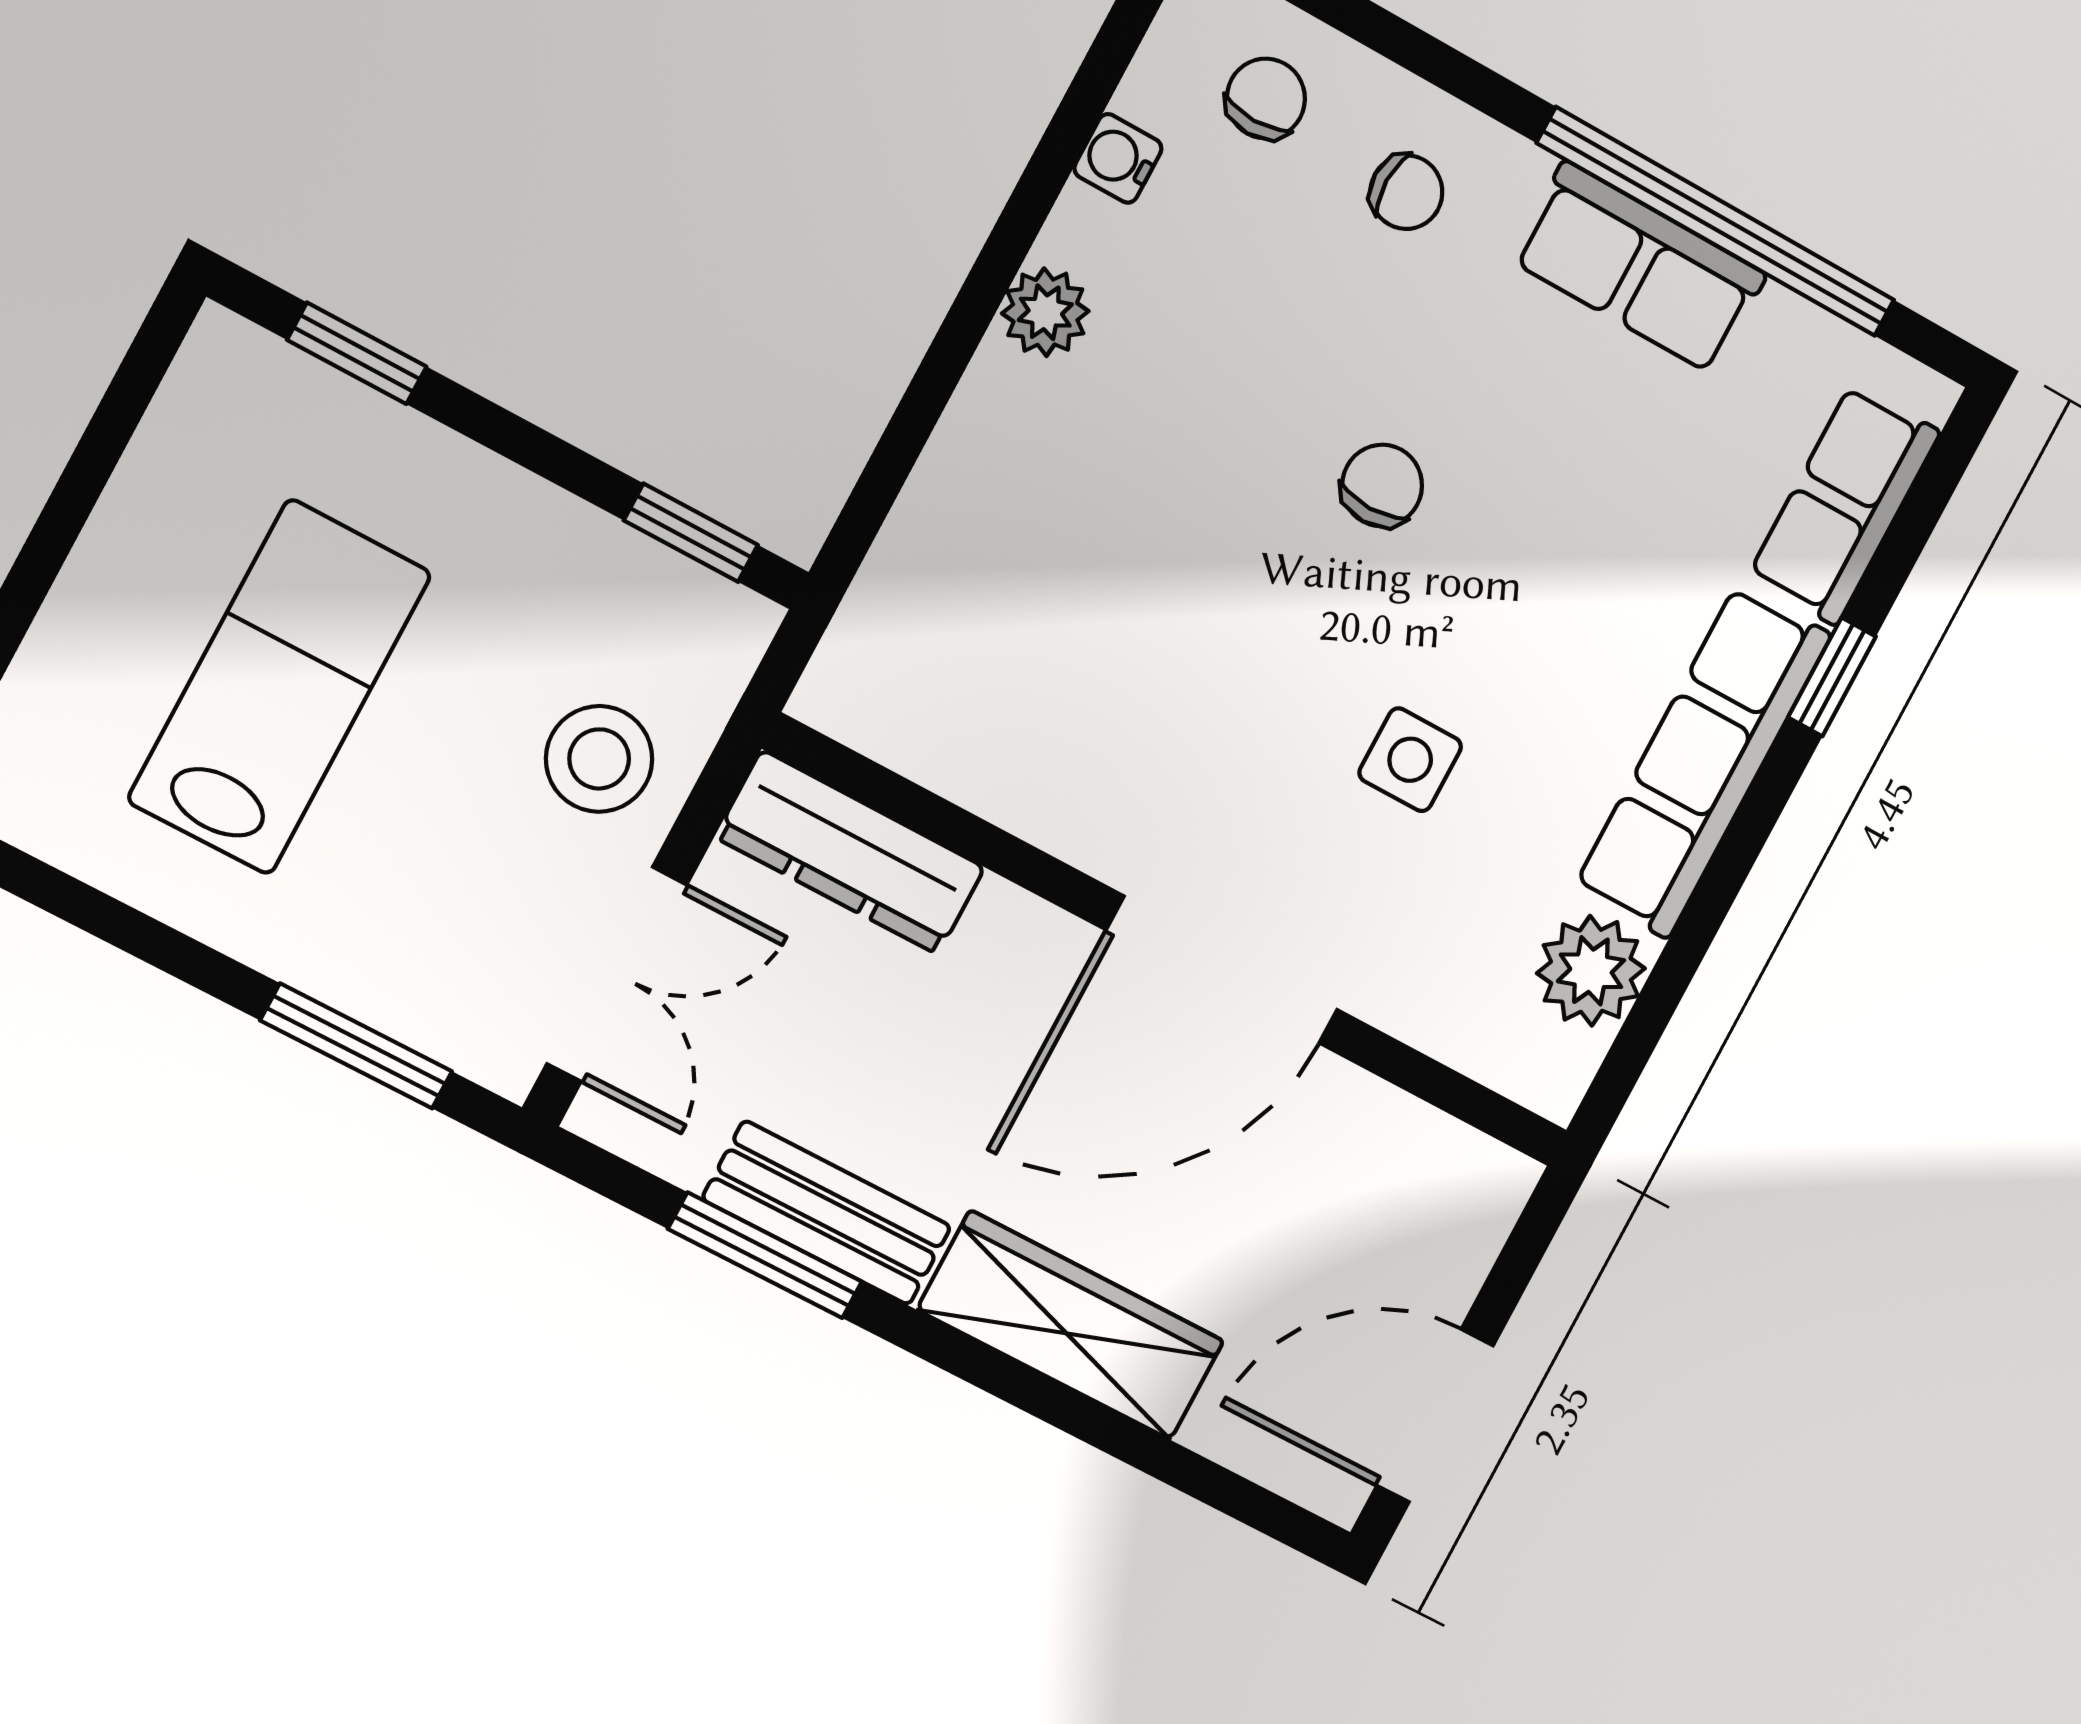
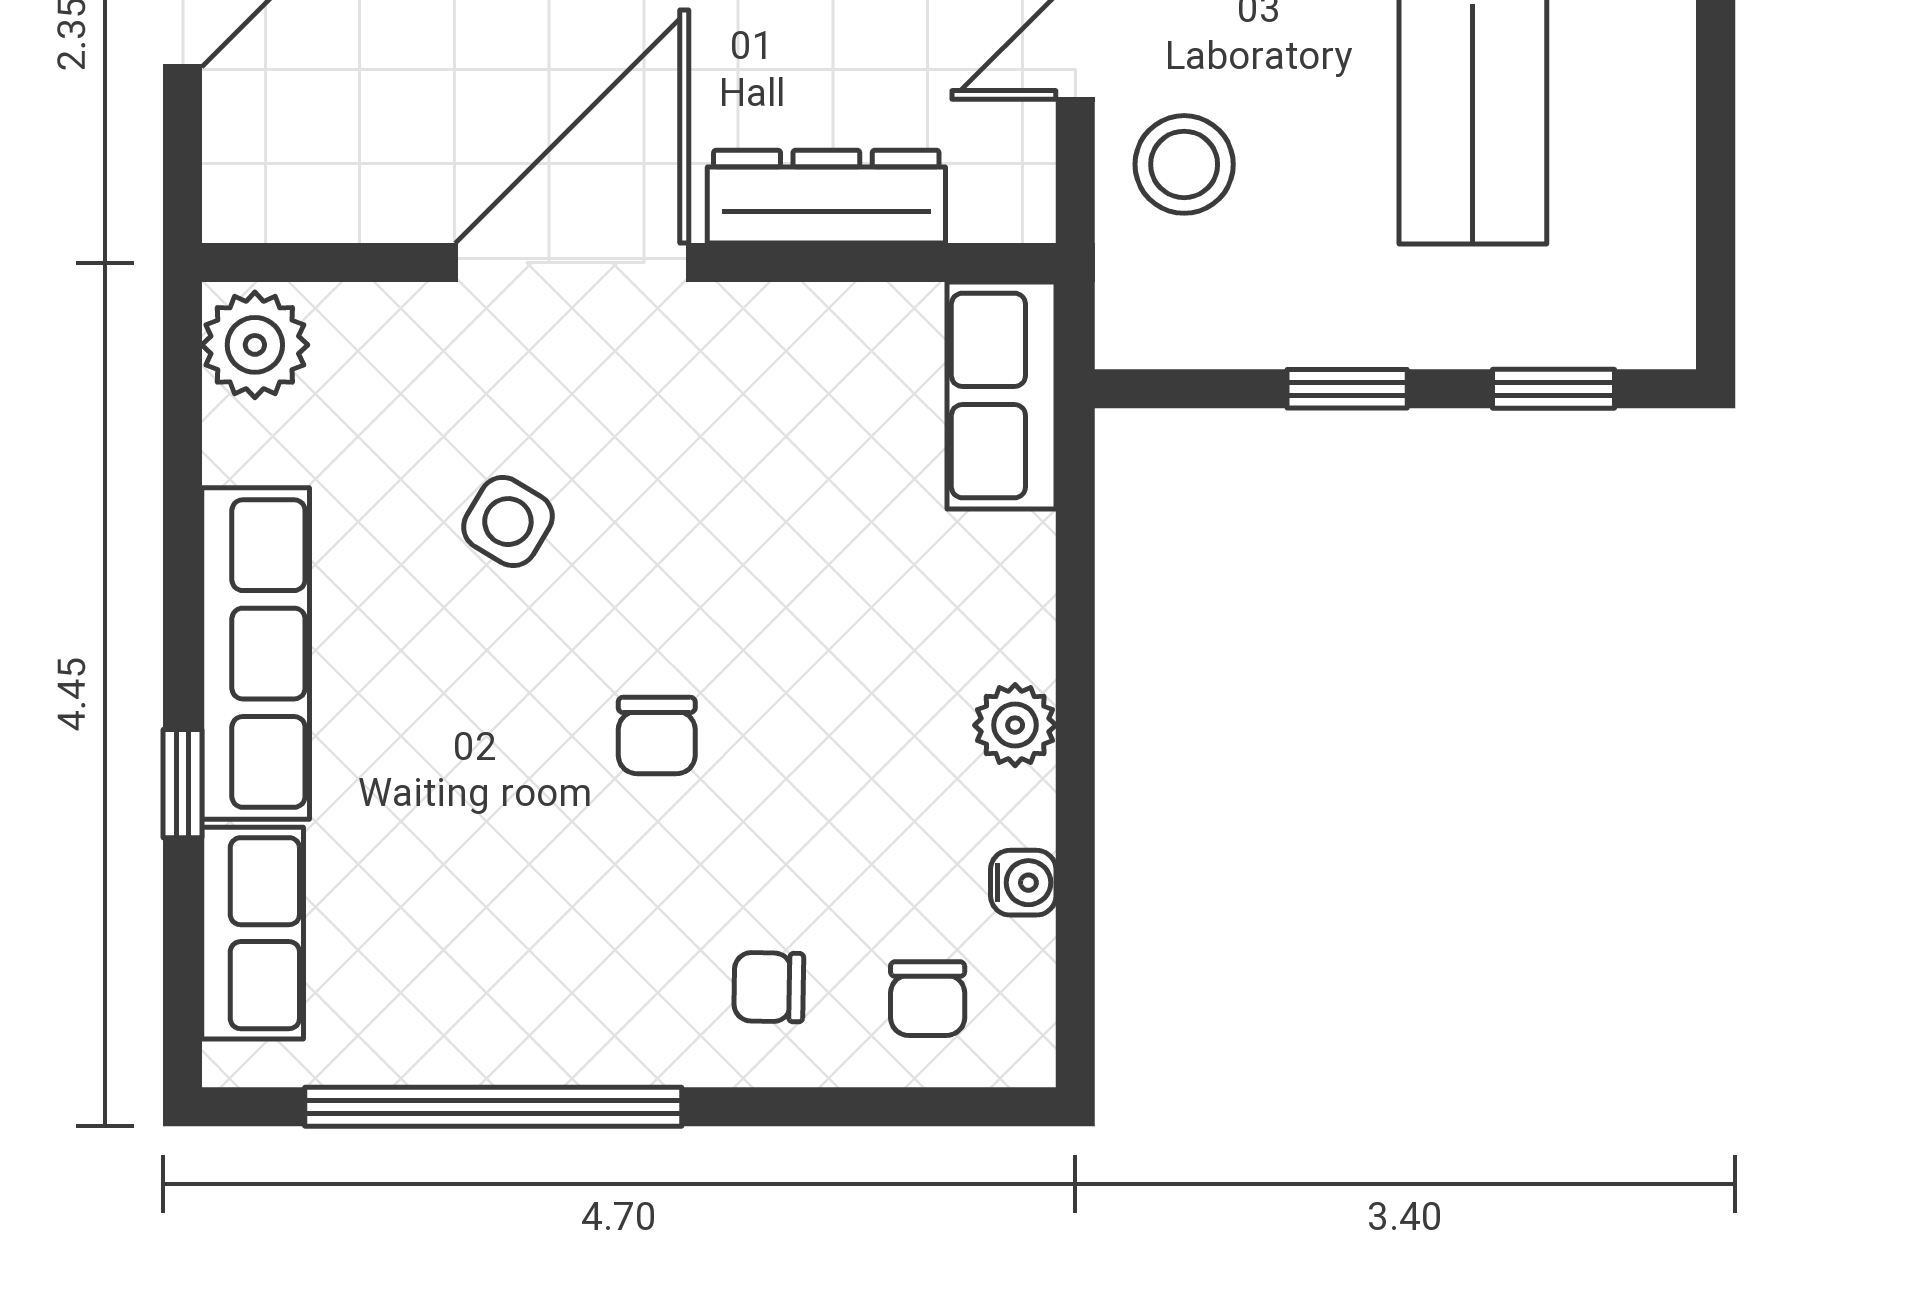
row of seats: (1639, 268) -> (1001, 396), moved, turned -90
window: (691, 533) -> (1347, 389), moved
side table: (1410, 760) -> (508, 522), turned 31
dresser: (850, 852) -> (826, 197), moved
plant: (1591, 971) -> (255, 345), moved

